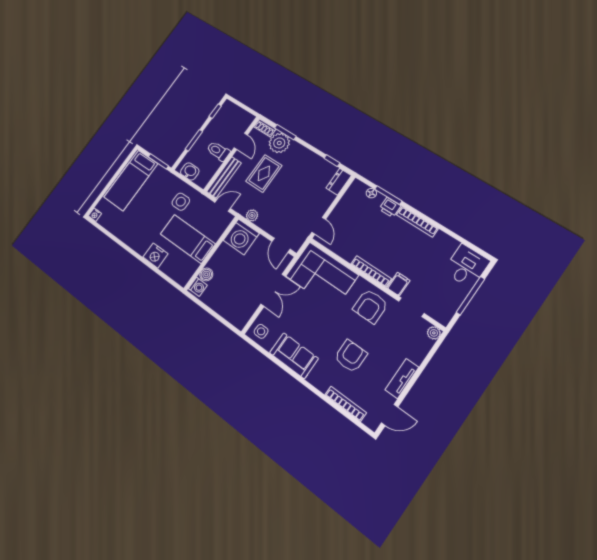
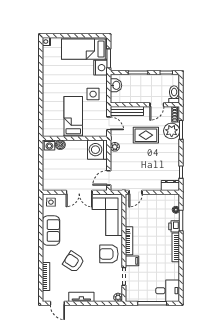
toilet: (218, 151) -> (174, 94), moved
nightstand: (155, 255) -> (100, 68), moved, turned 180
armchair: (351, 356) -> (74, 262), turned -147

